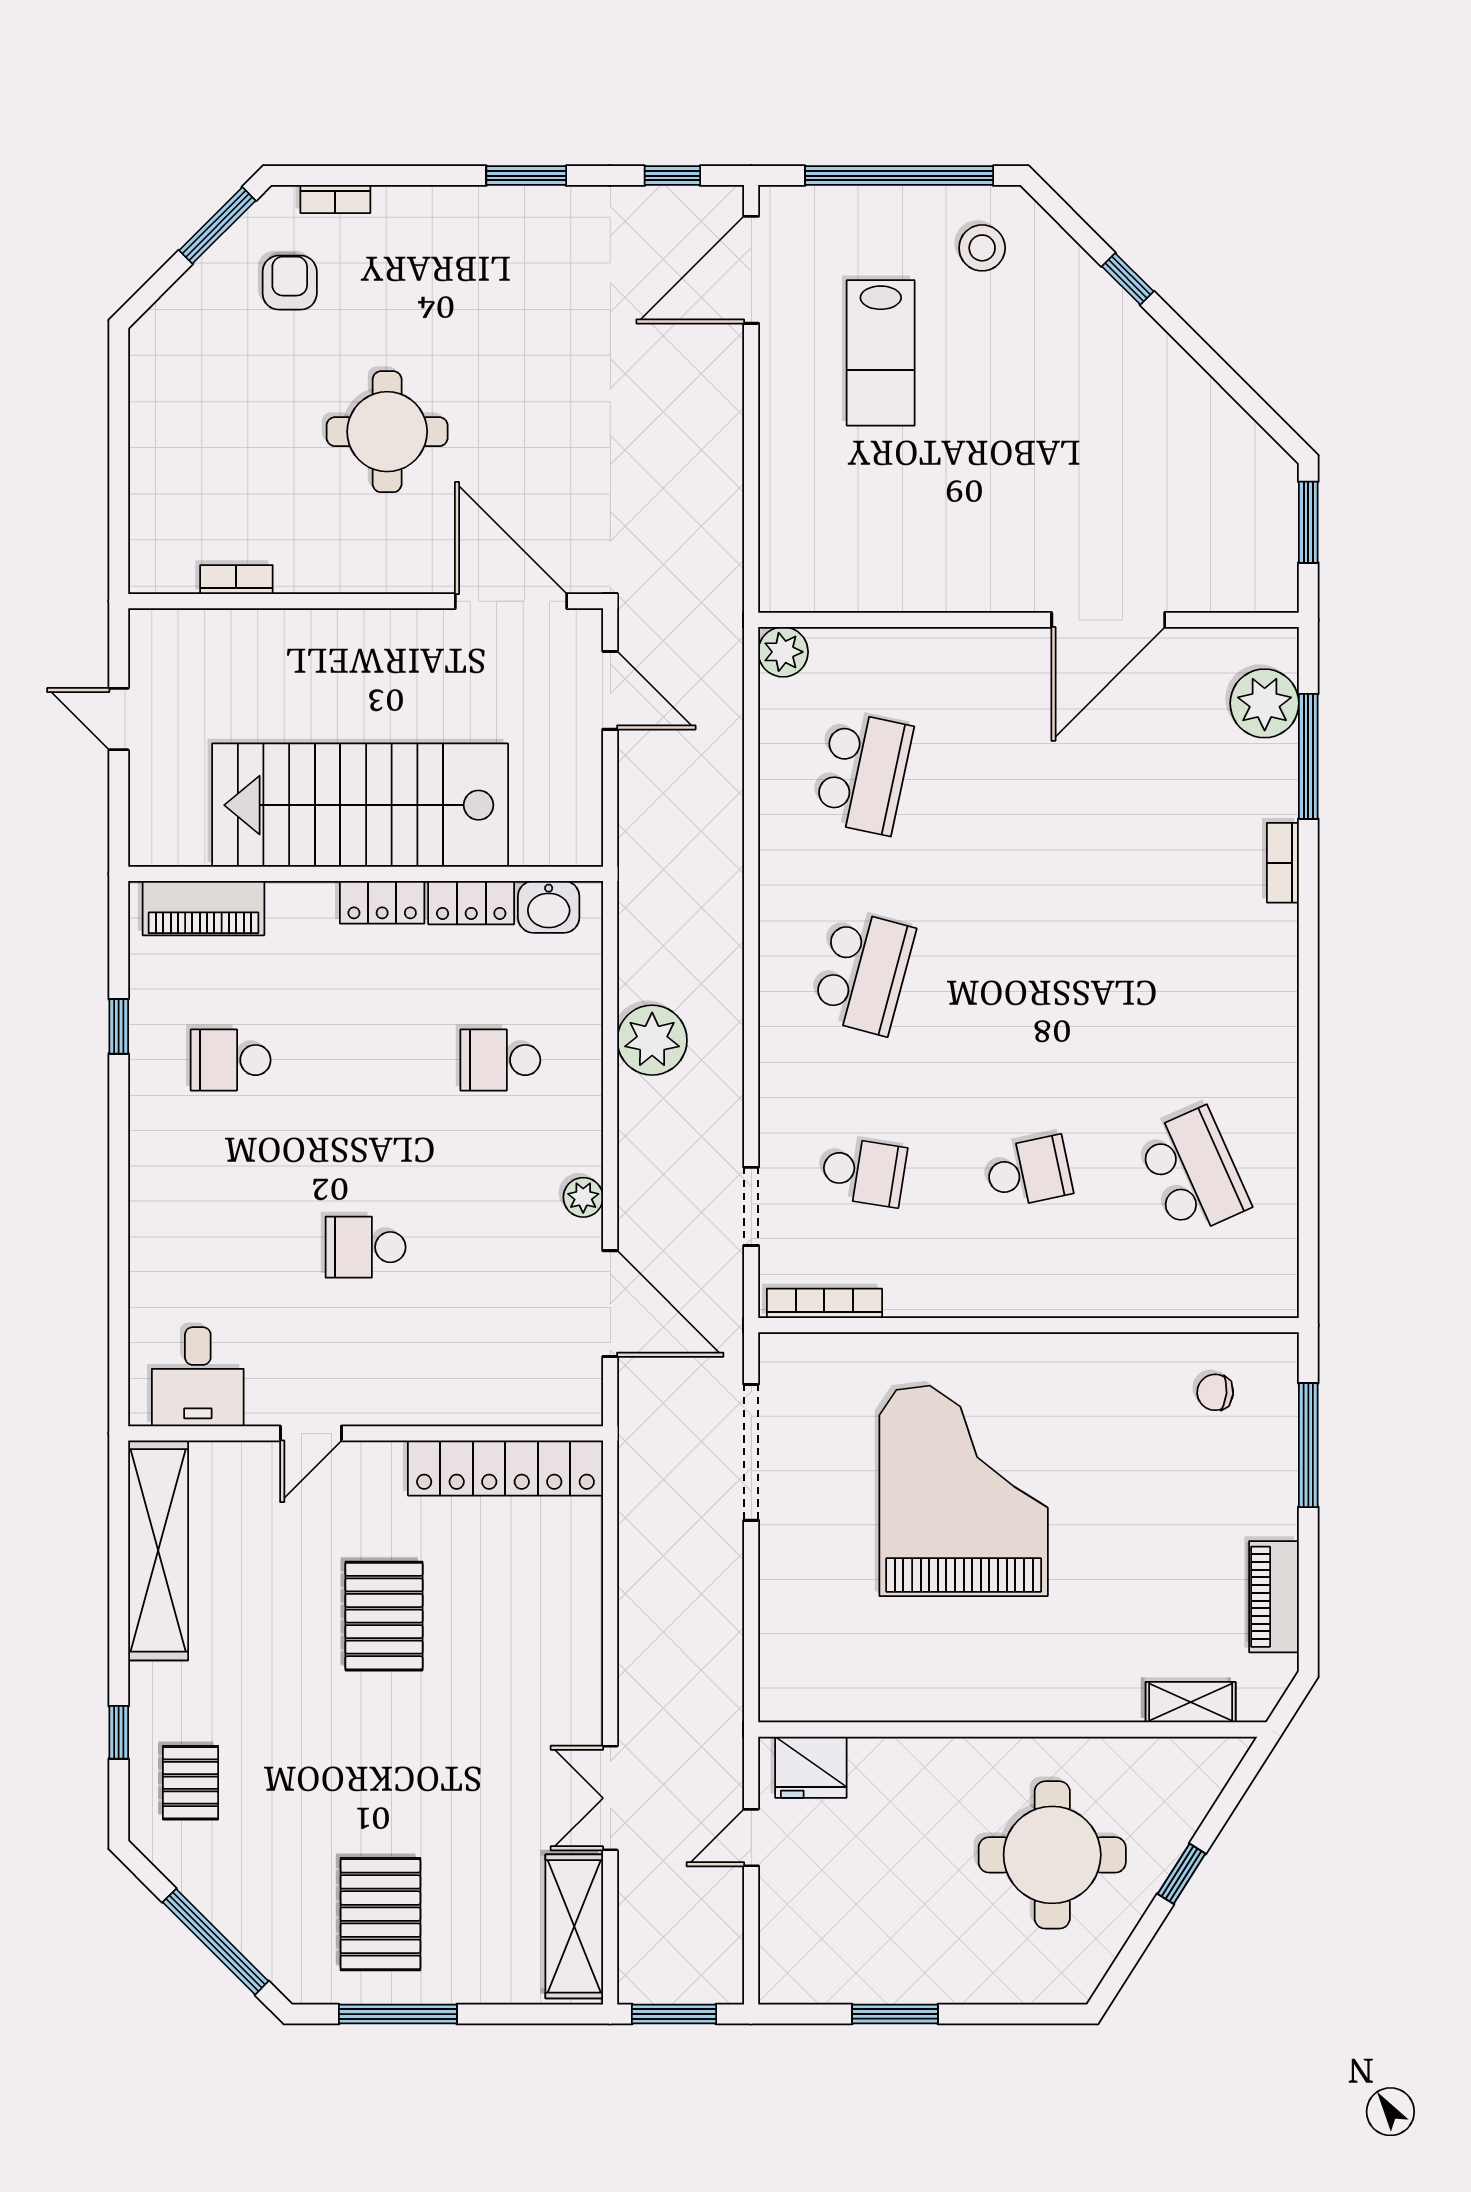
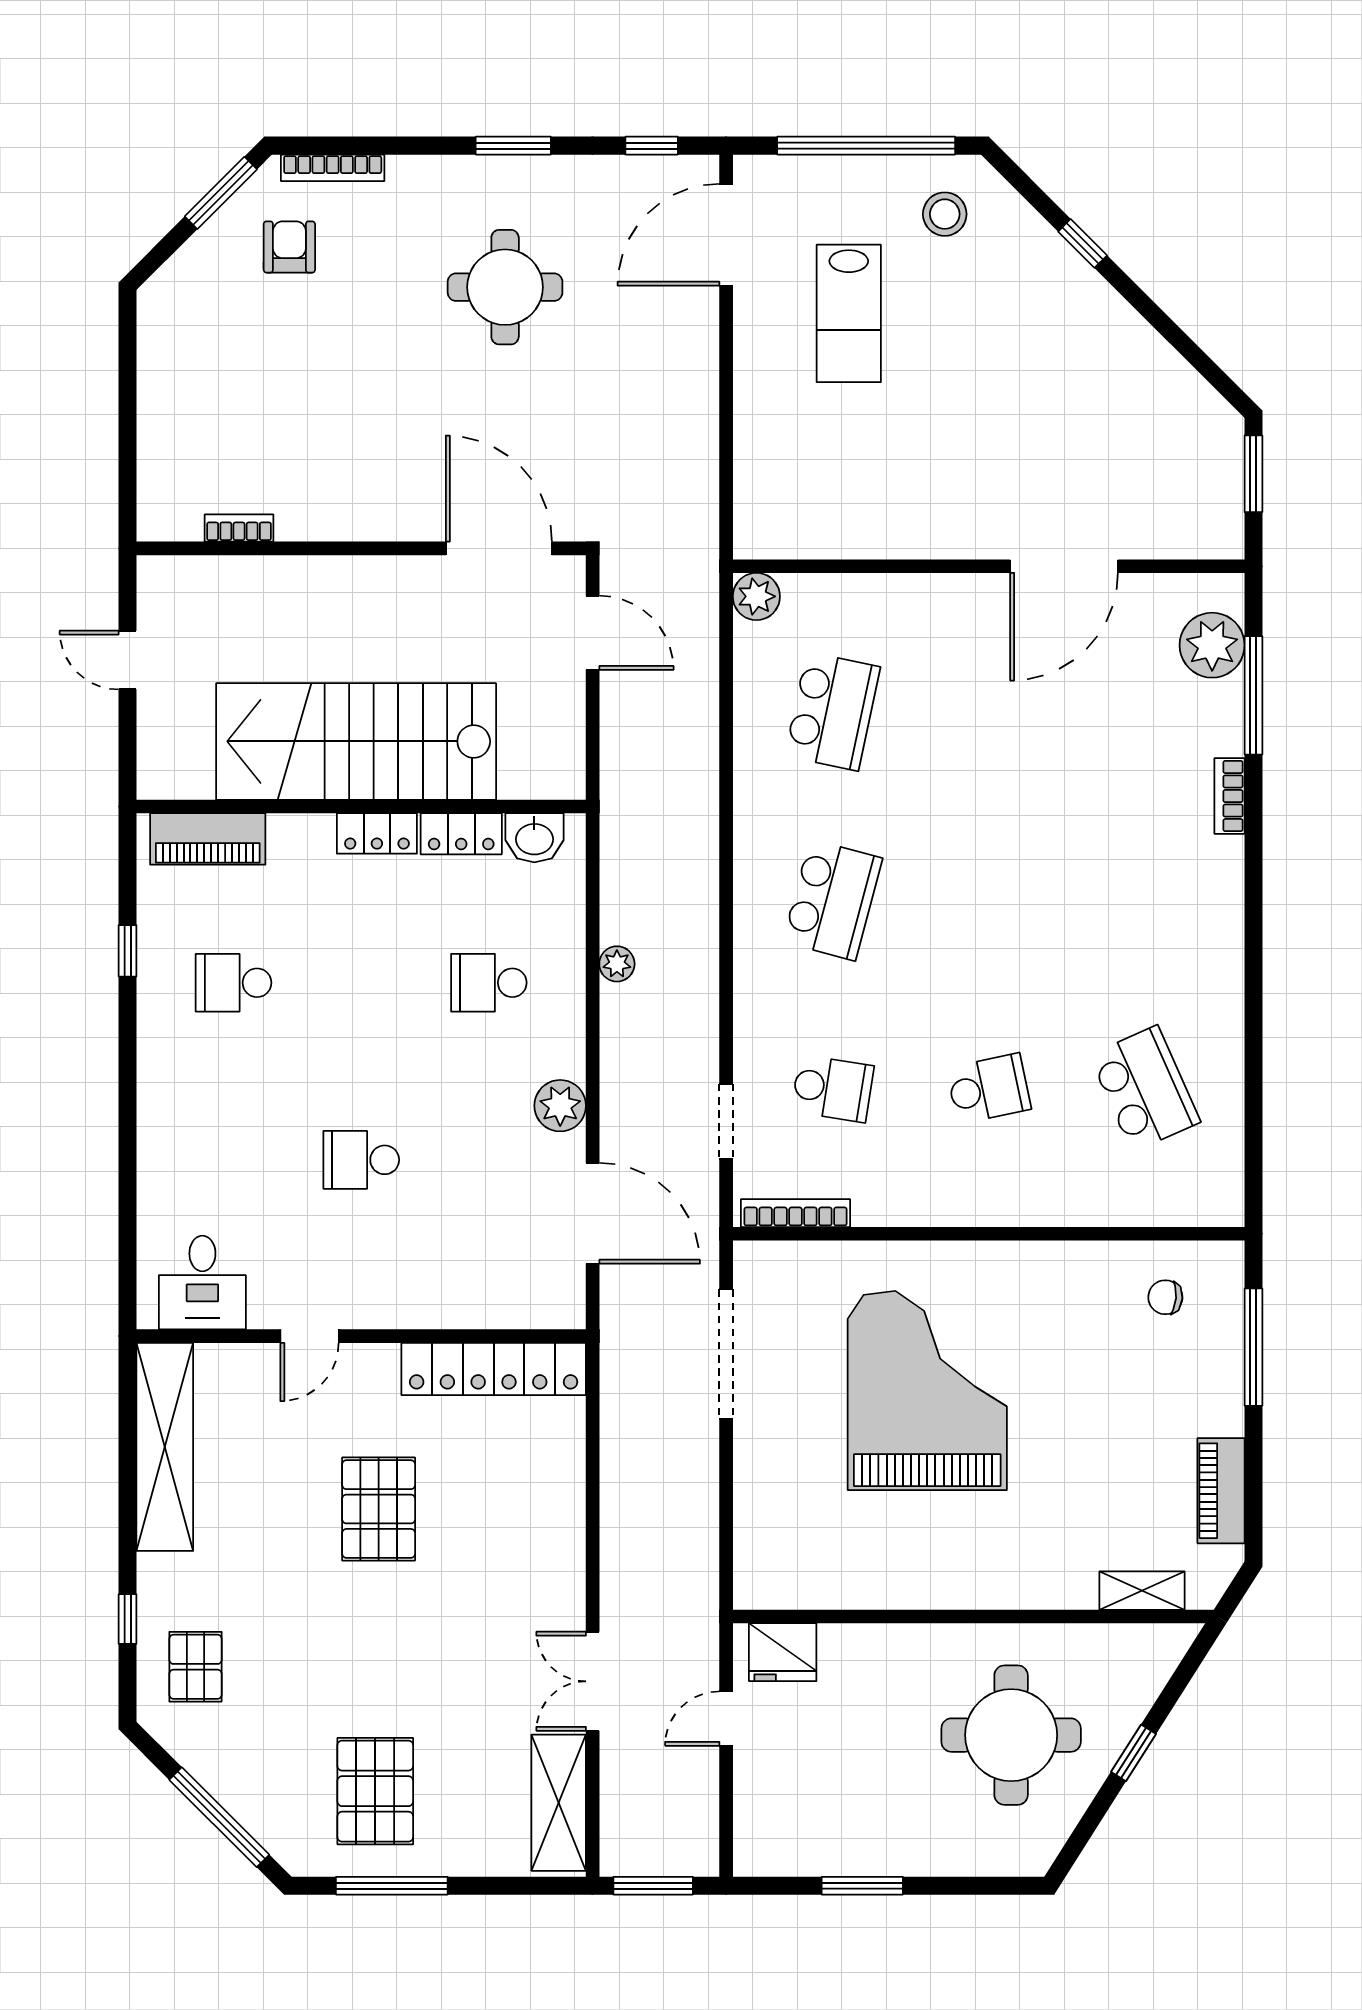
bookcase: (335, 199) -> (333, 168), width x1.56
round table: (387, 432) -> (505, 287), moved
plant: (652, 1040) -> (617, 964), width x0.53, depth x0.53
plant: (583, 1197) -> (560, 1106), width x1.38, depth x1.38

